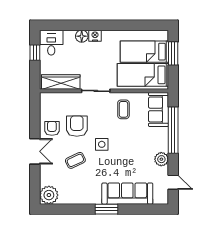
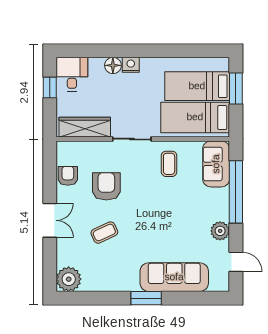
armchair: (52, 128) -> (68, 176), moved
side table: (102, 144) -> (140, 211), removed

